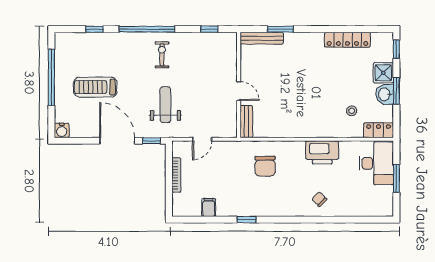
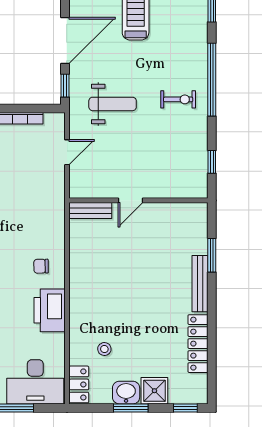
bench: (262, 38) -> (200, 284), moved
door: (202, 139) -> (67, 152), swing flipped
chair: (265, 166) -> (41, 266), moved, width x0.54, depth x0.54

